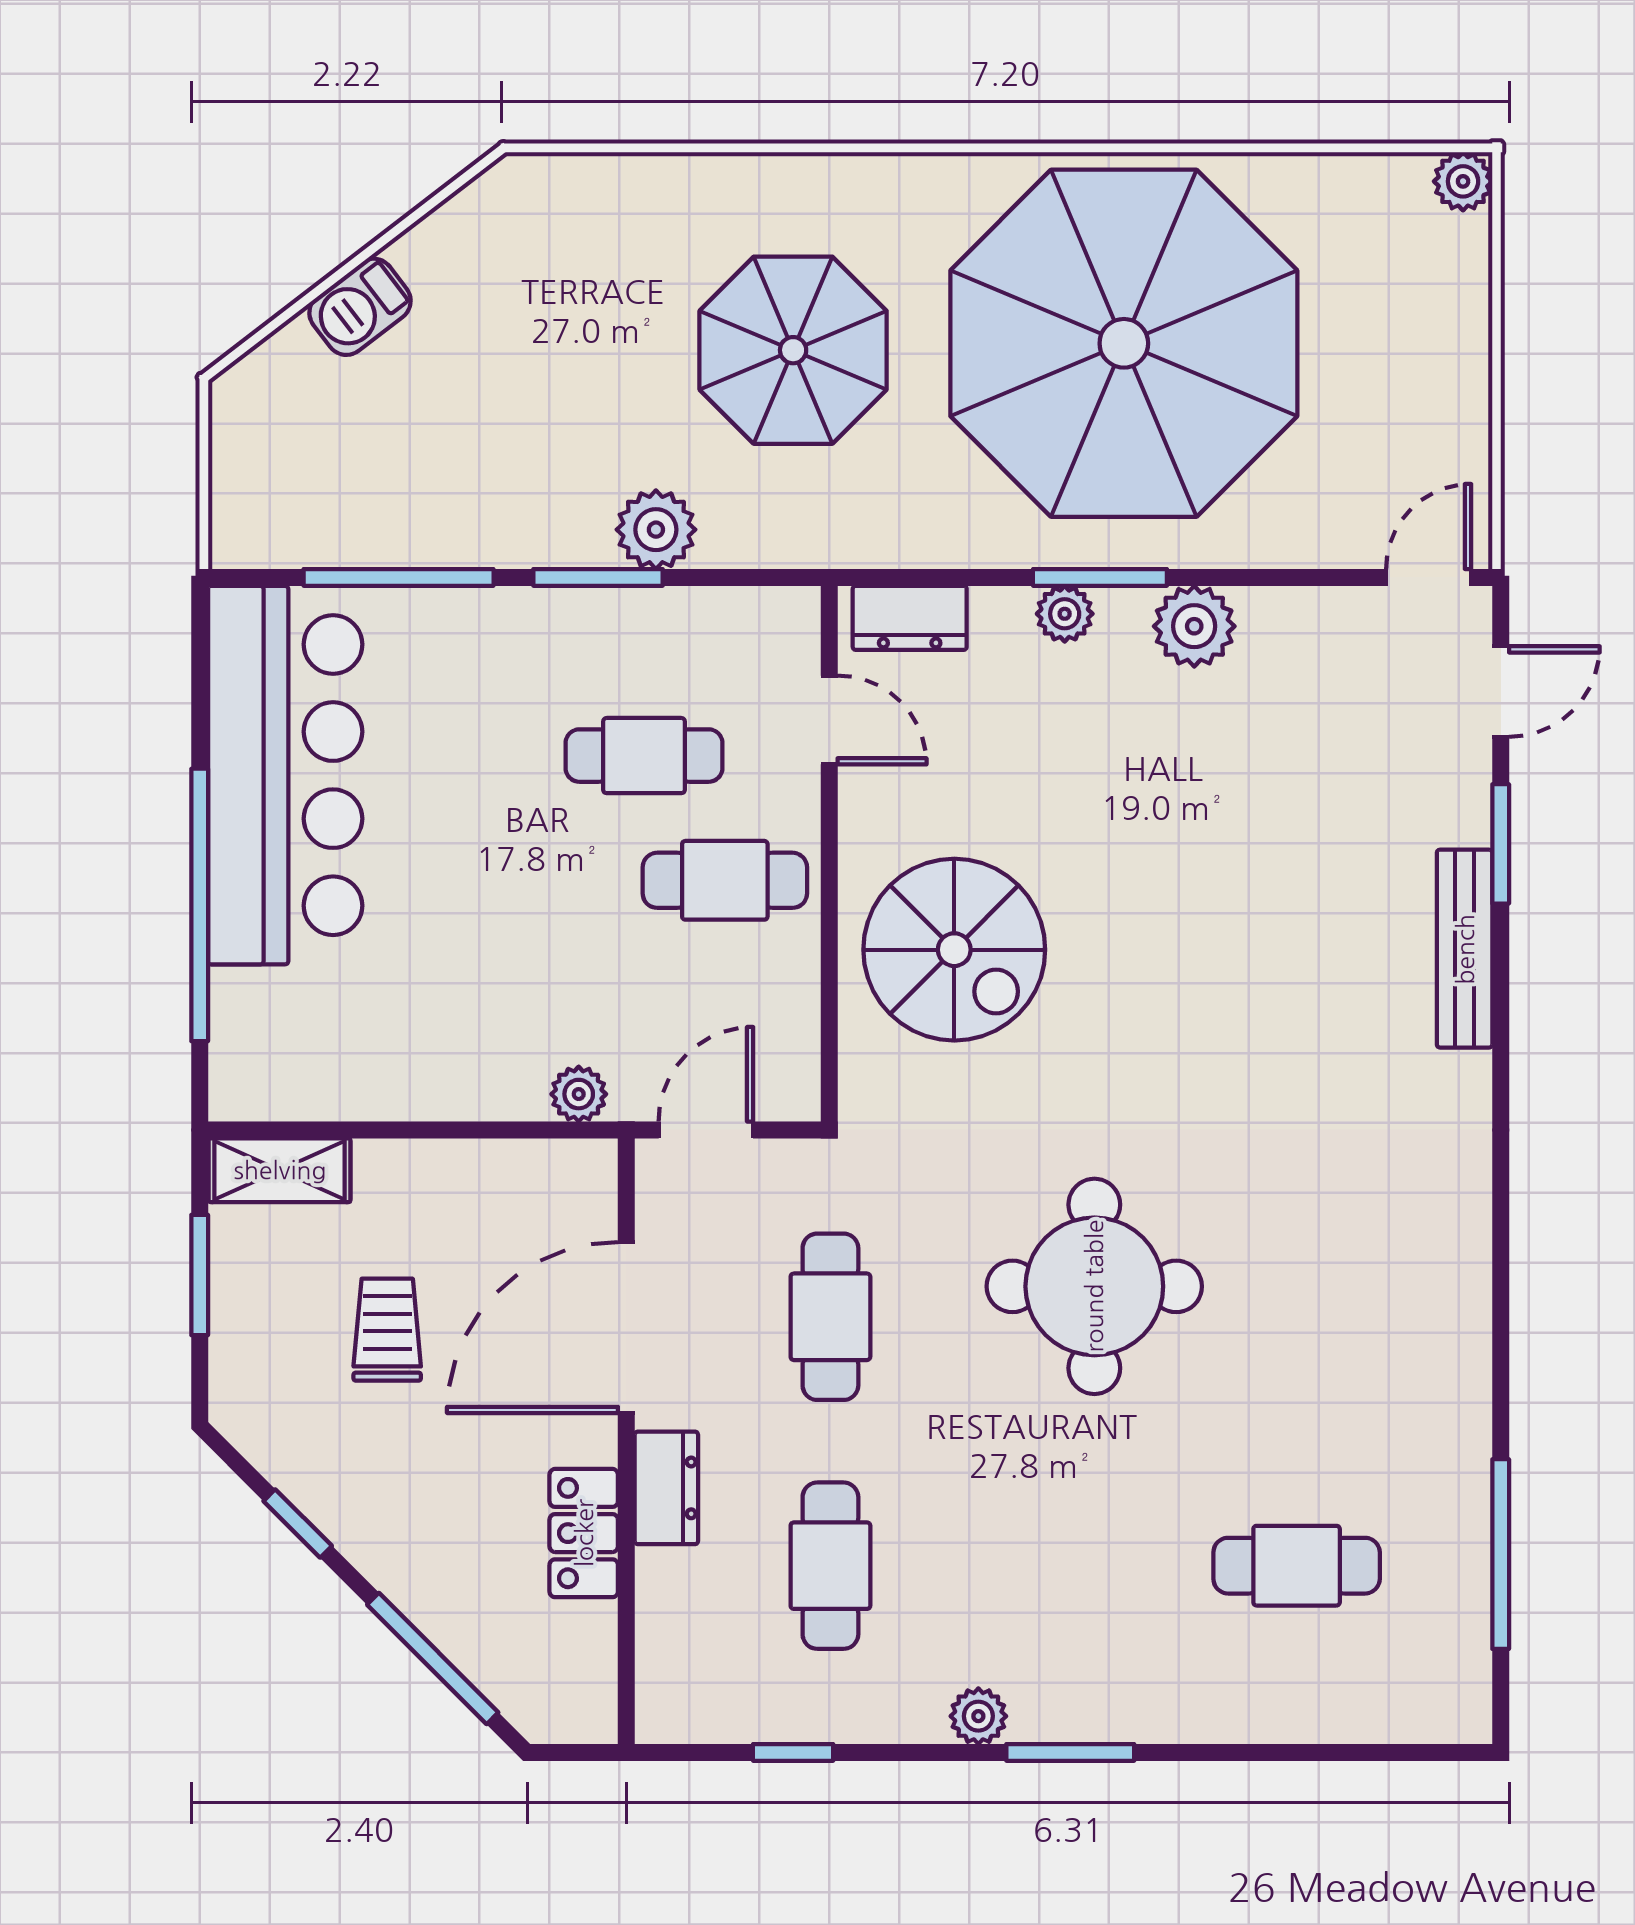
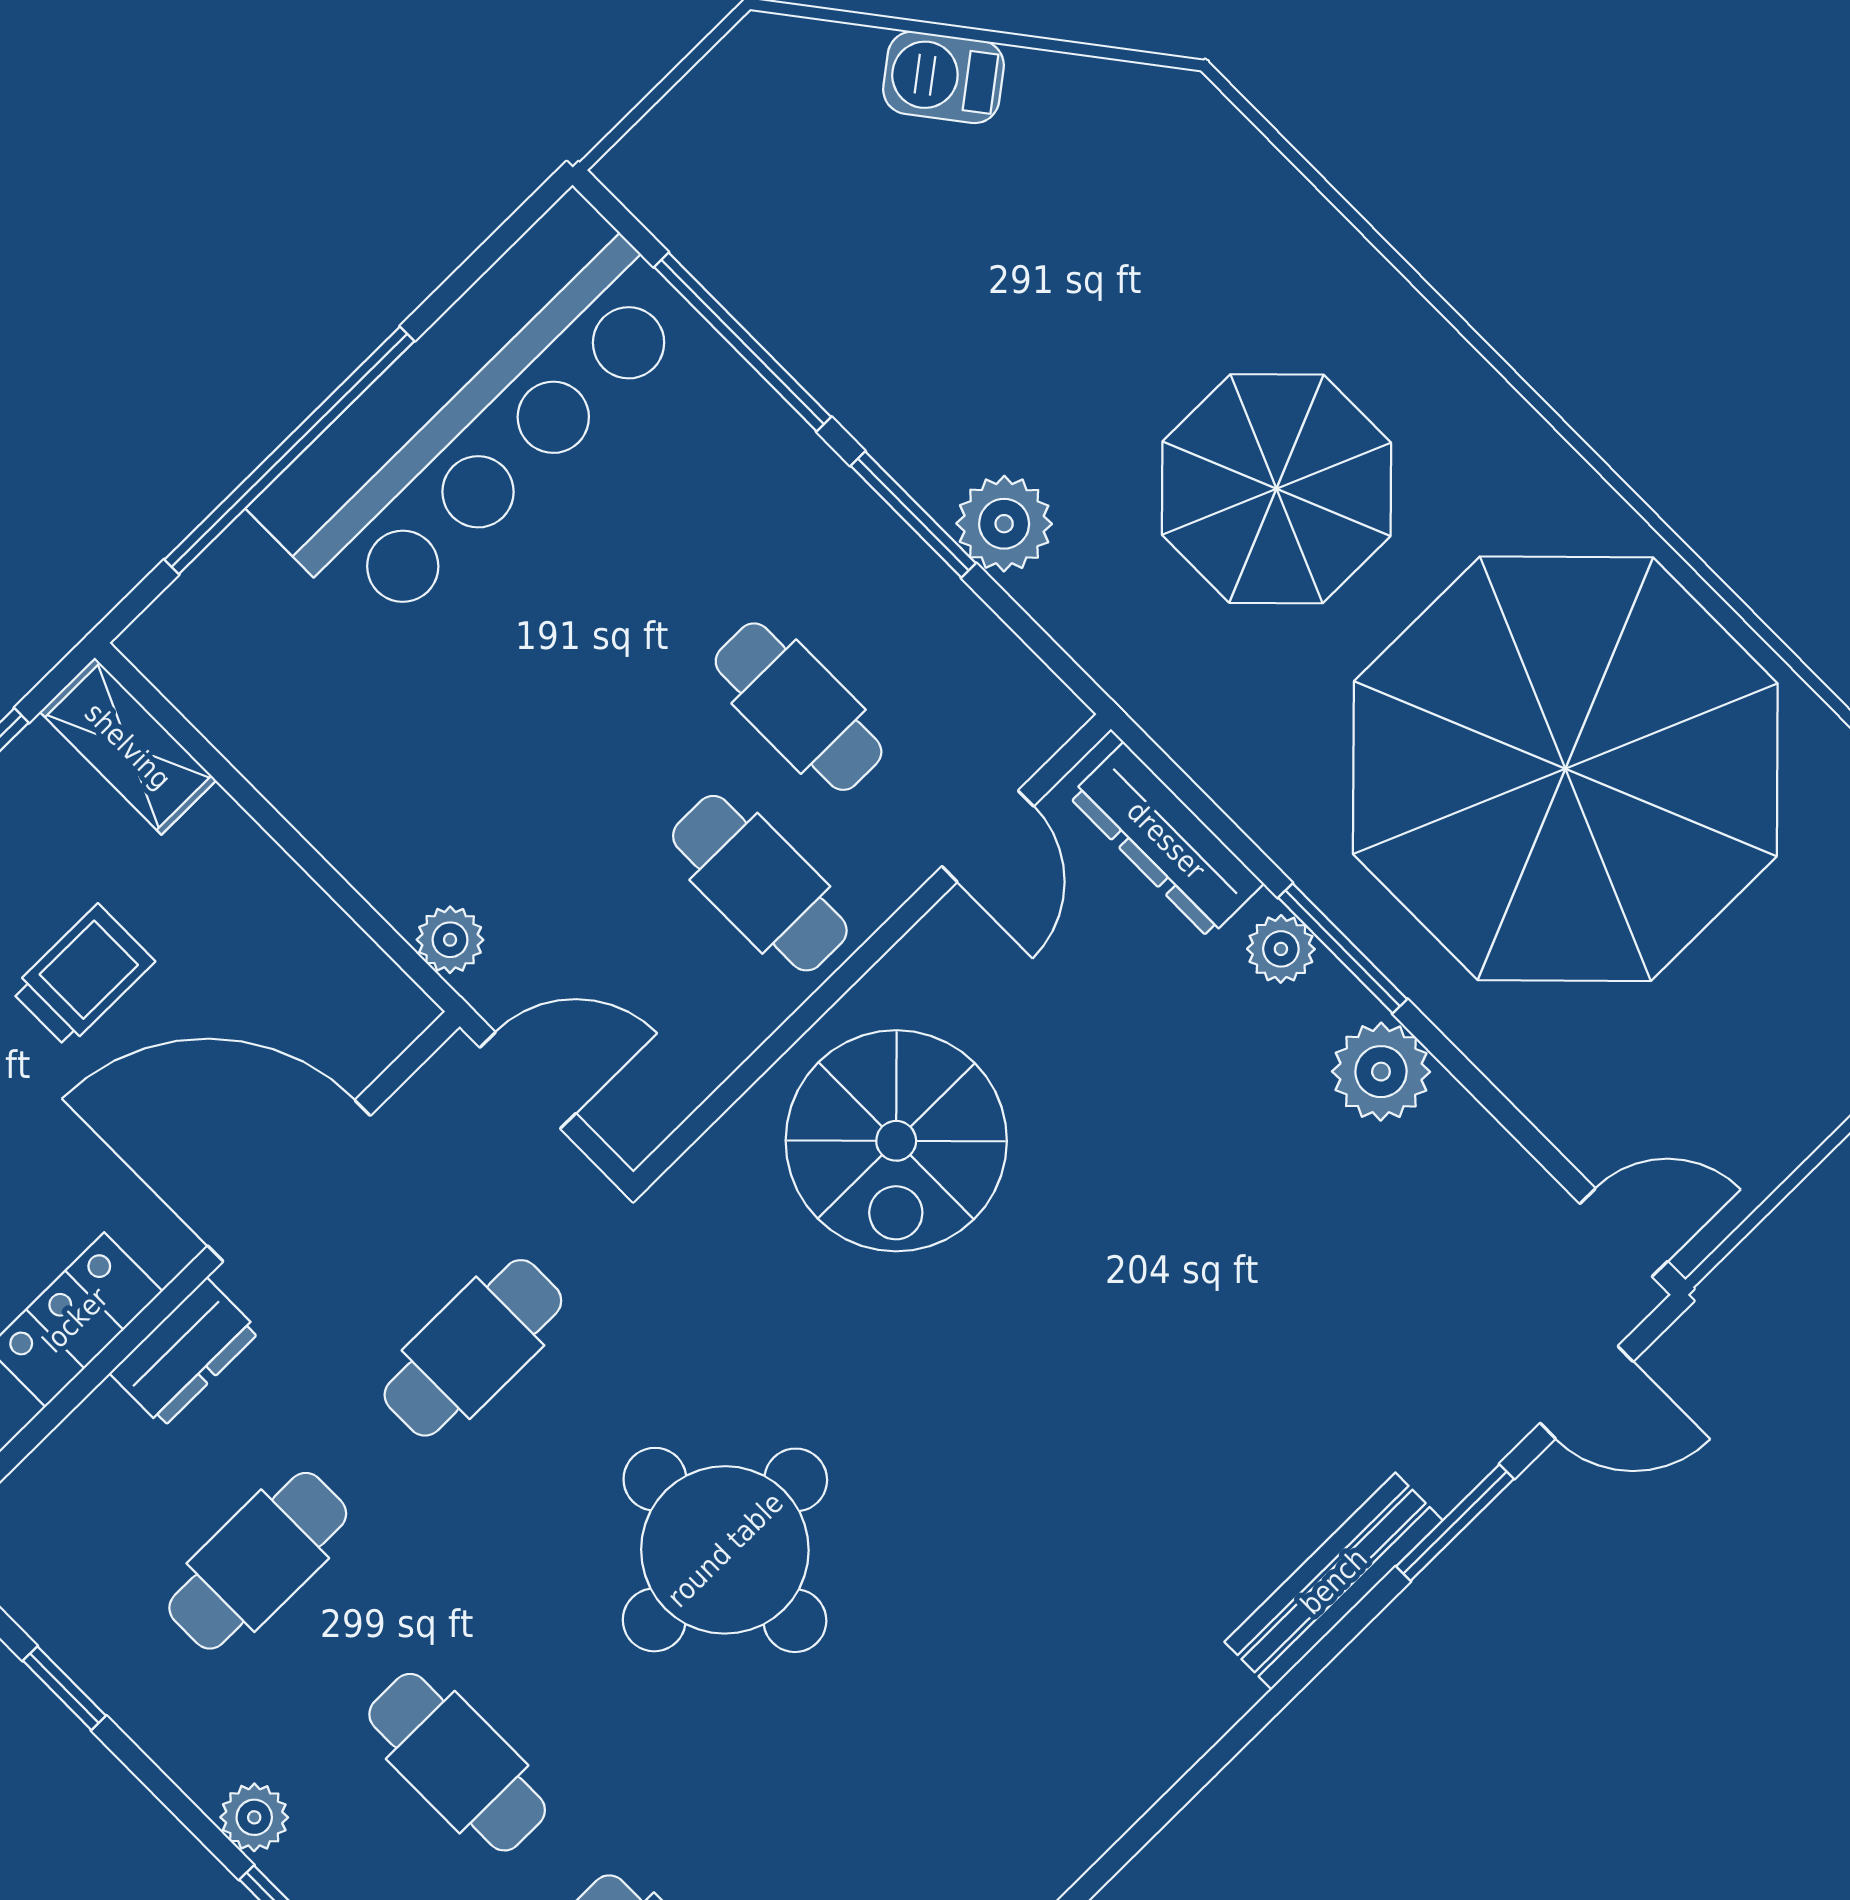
dresser: (910, 618) -> (1166, 840), width x1.44
cafe table: (1064, 1566) -> (457, 1762), added

